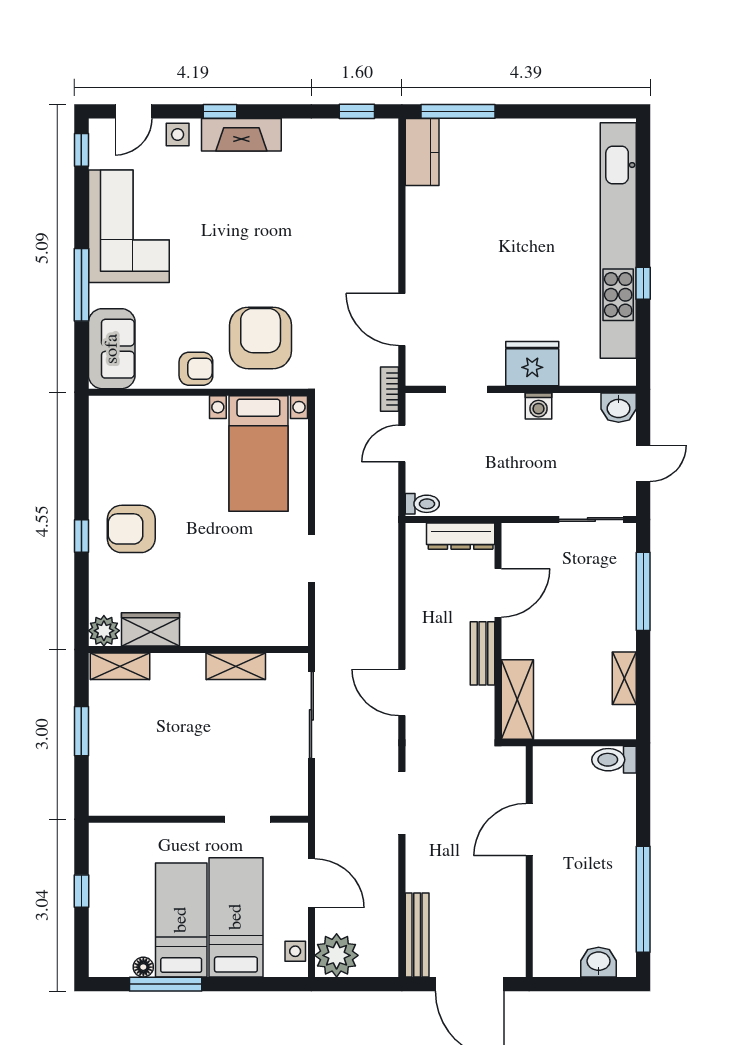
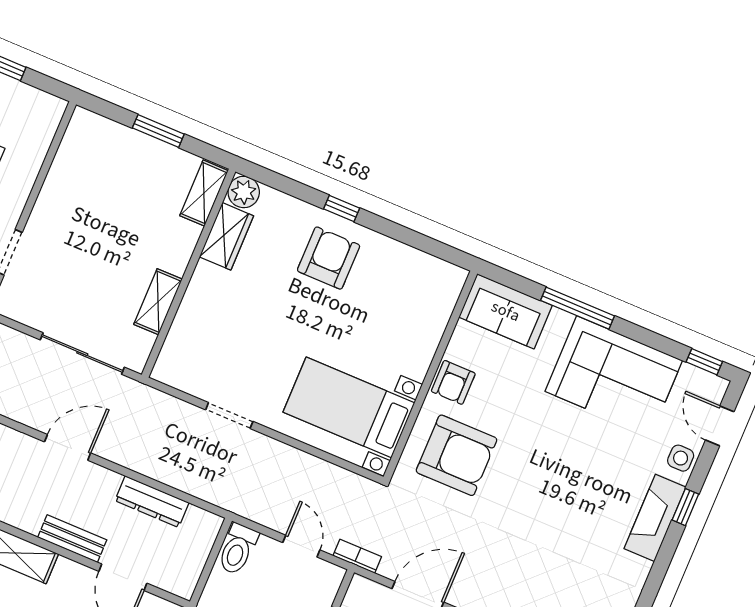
toilet: (422, 504) -> (238, 549), width x1.37, depth x1.39
dresser: (461, 536) -> (152, 502), moved, turned -90

